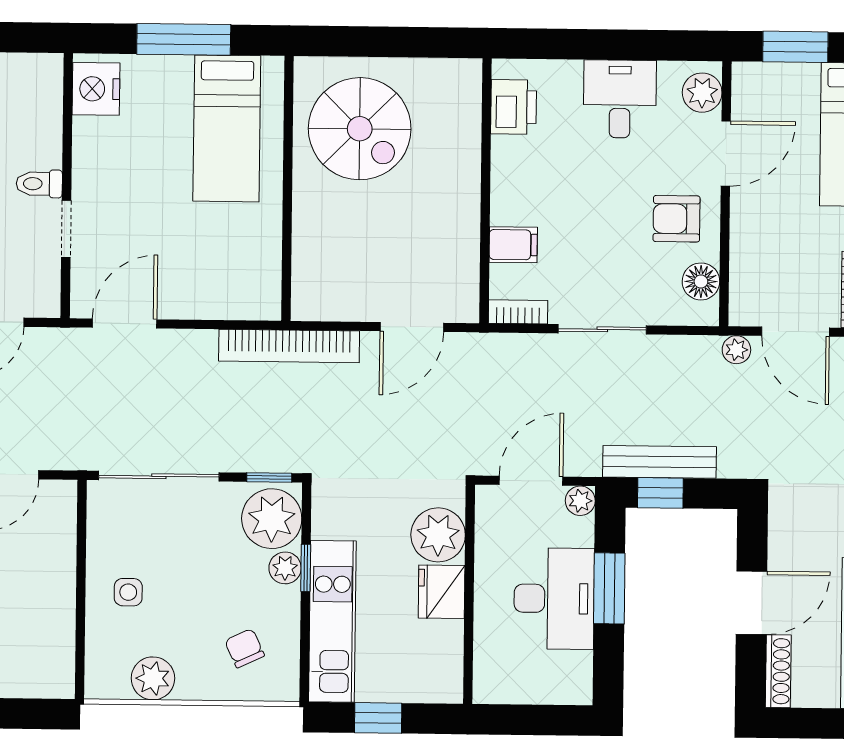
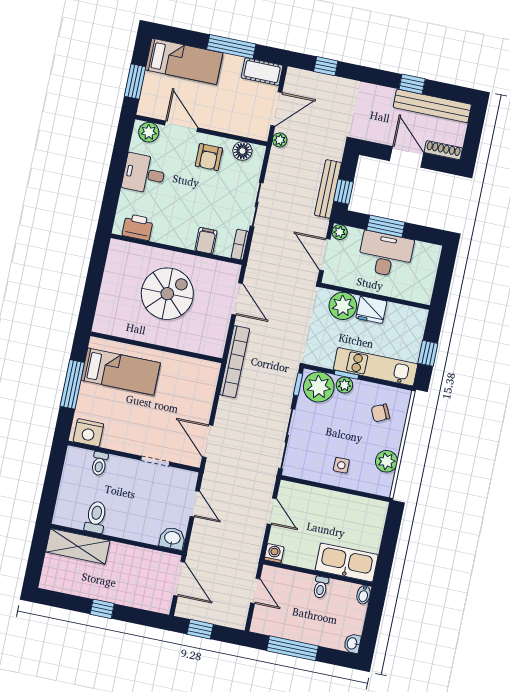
spiral stairs: (360, 129) -> (167, 294), moved
toilet: (39, 184) -> (99, 464), moved

